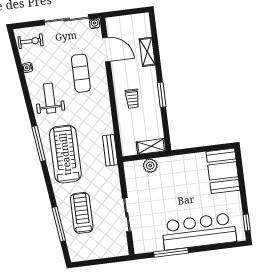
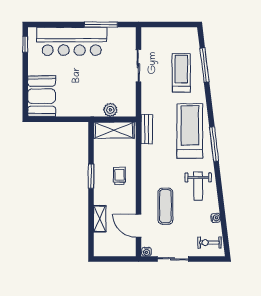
sliding door: (67, 20) -> (173, 259), width x0.73
shelving: (151, 146) -> (114, 130), width x1.50, depth x1.33
treadmill: (65, 154) -> (190, 131), turned 180
treadmill: (82, 213) -> (181, 73), turned 180

